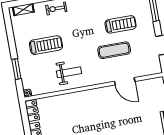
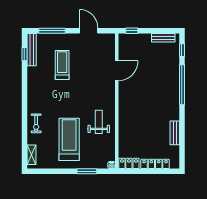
treadmill: (46, 45) -> (69, 139), width x1.37, depth x1.38
exercise mat: (114, 50) -> (86, 75), removed

